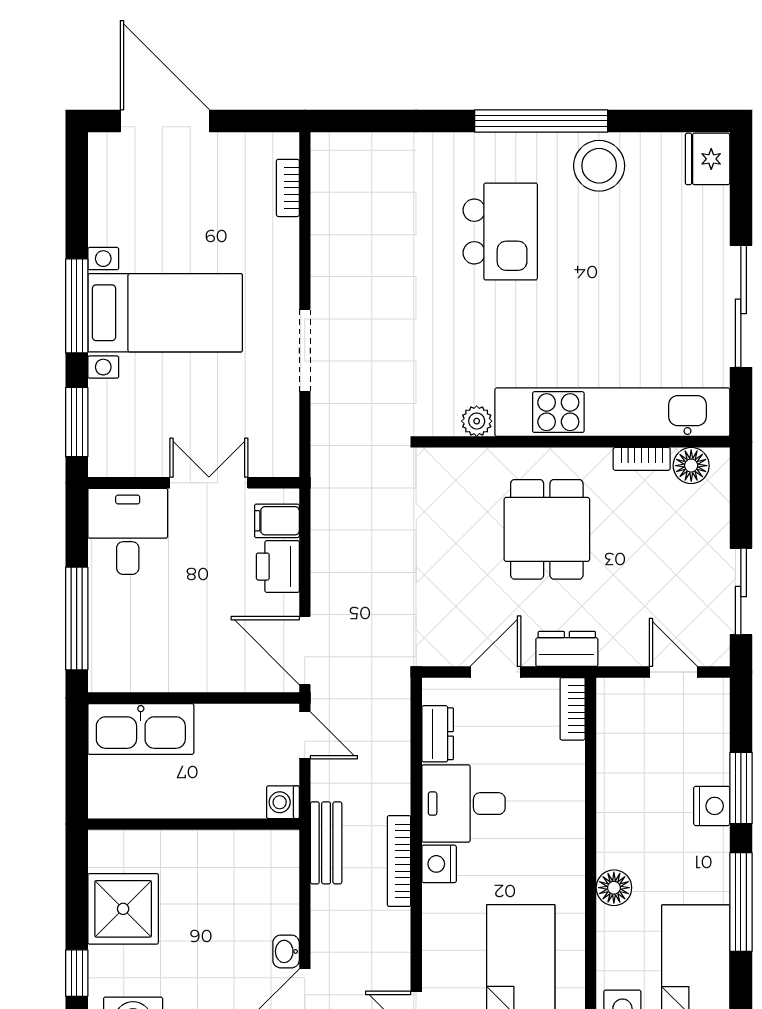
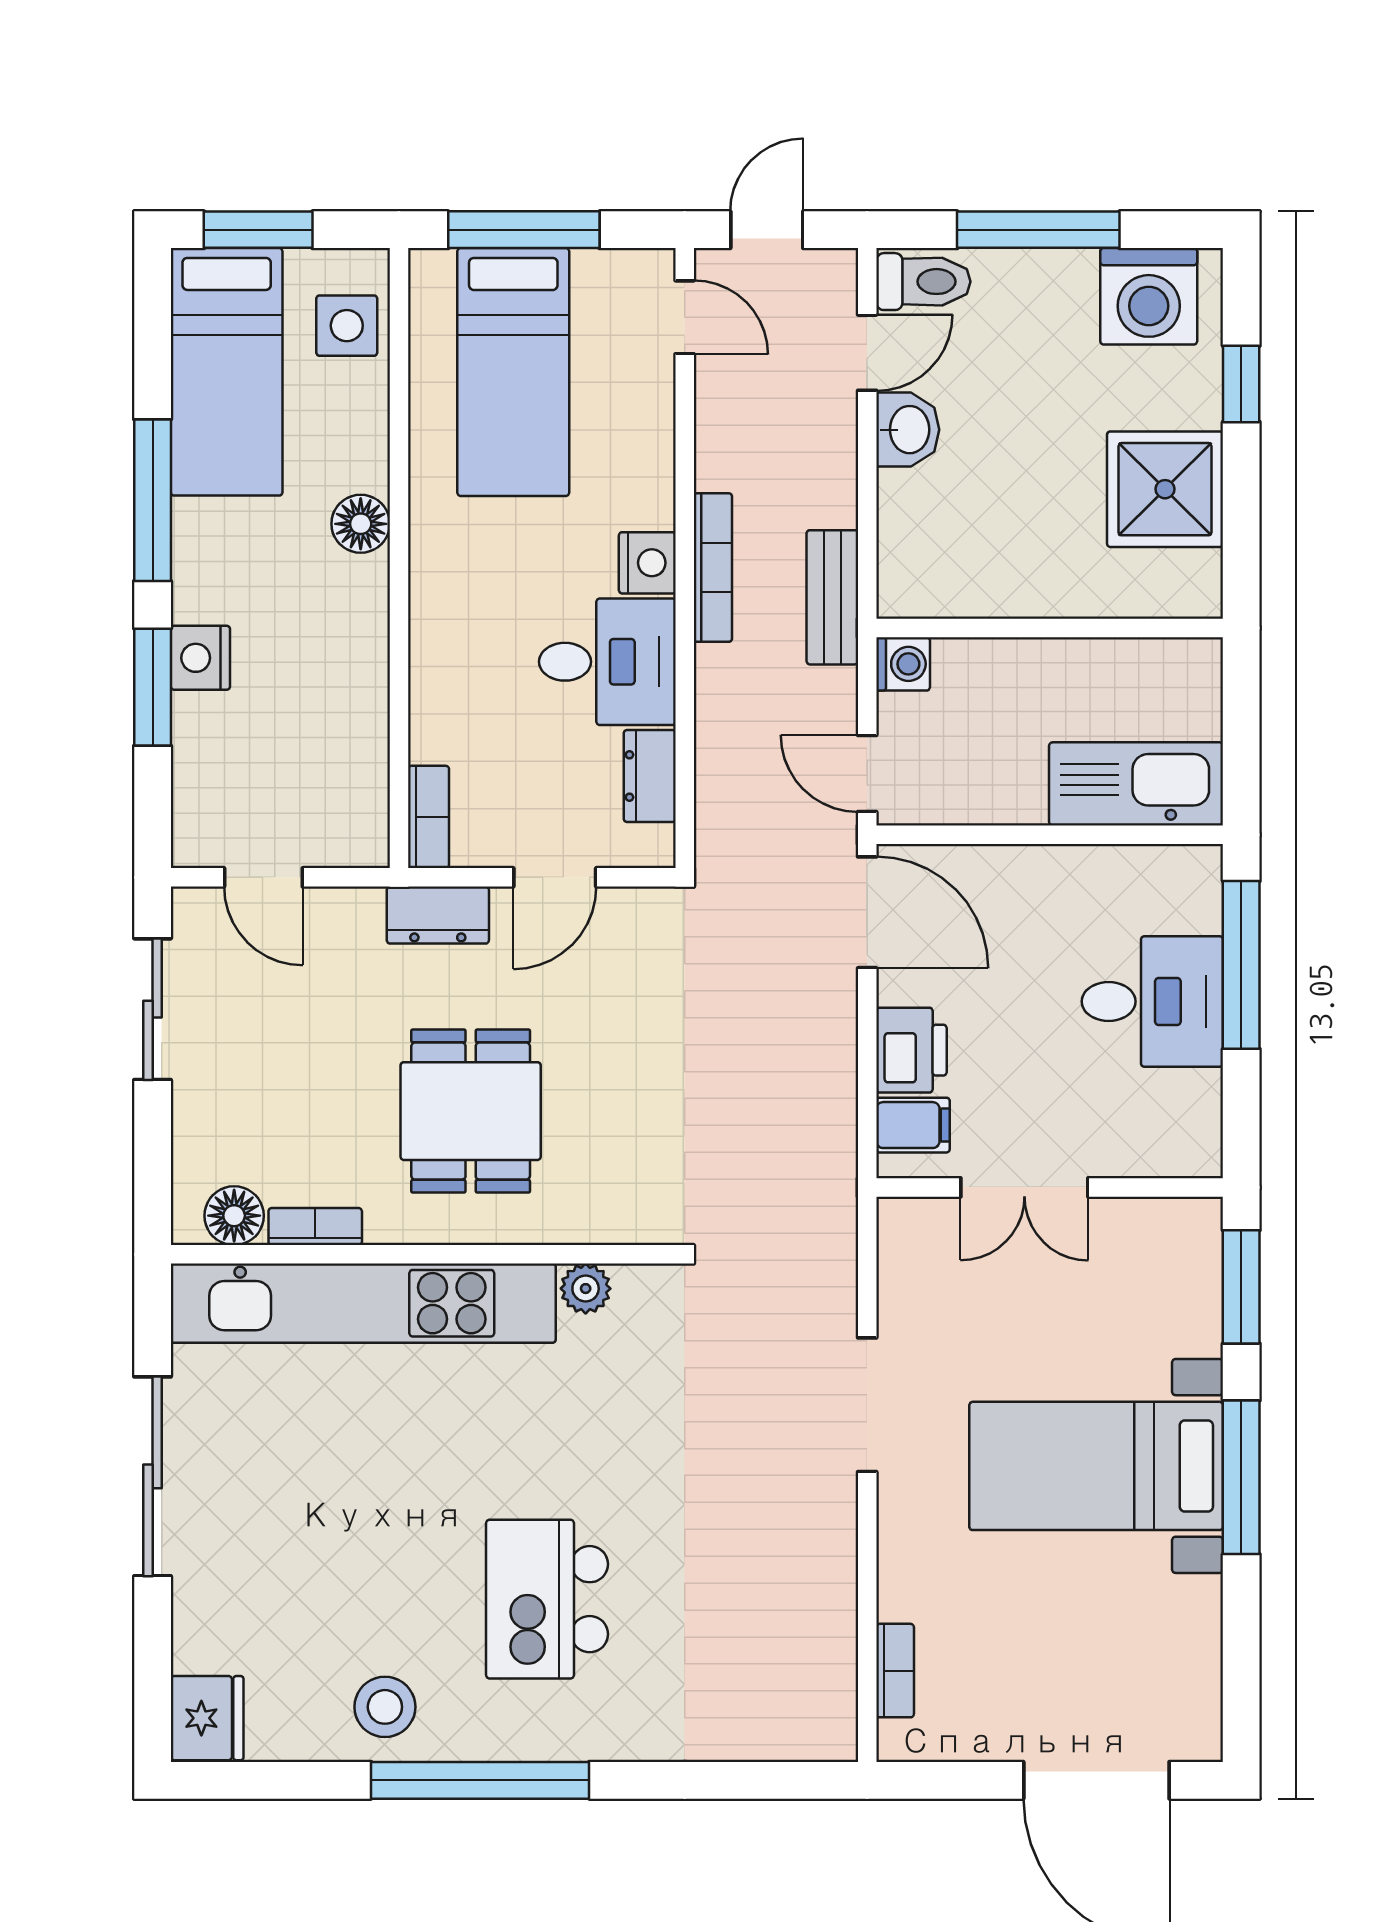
stool: (599, 166) -> (385, 1707), width x0.73, depth x0.73
desk: (128, 531) -> (1152, 1001), moved, turned -90
washbasin: (286, 951) -> (908, 430), width x1.38, depth x1.45

